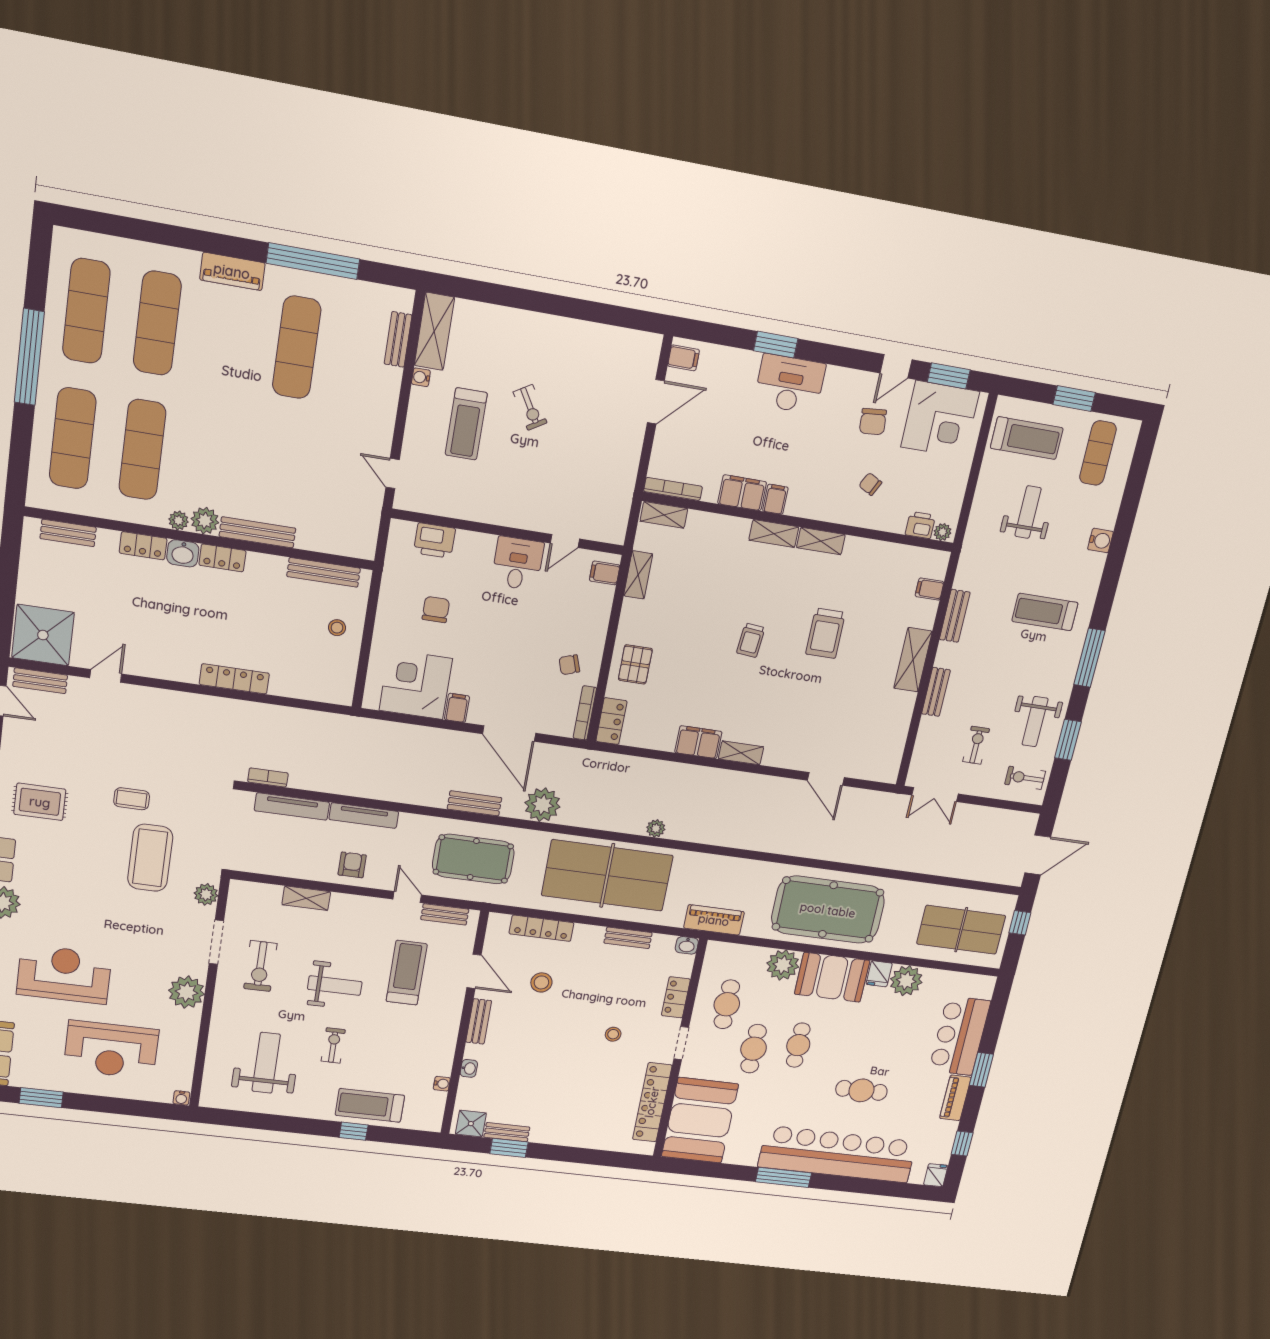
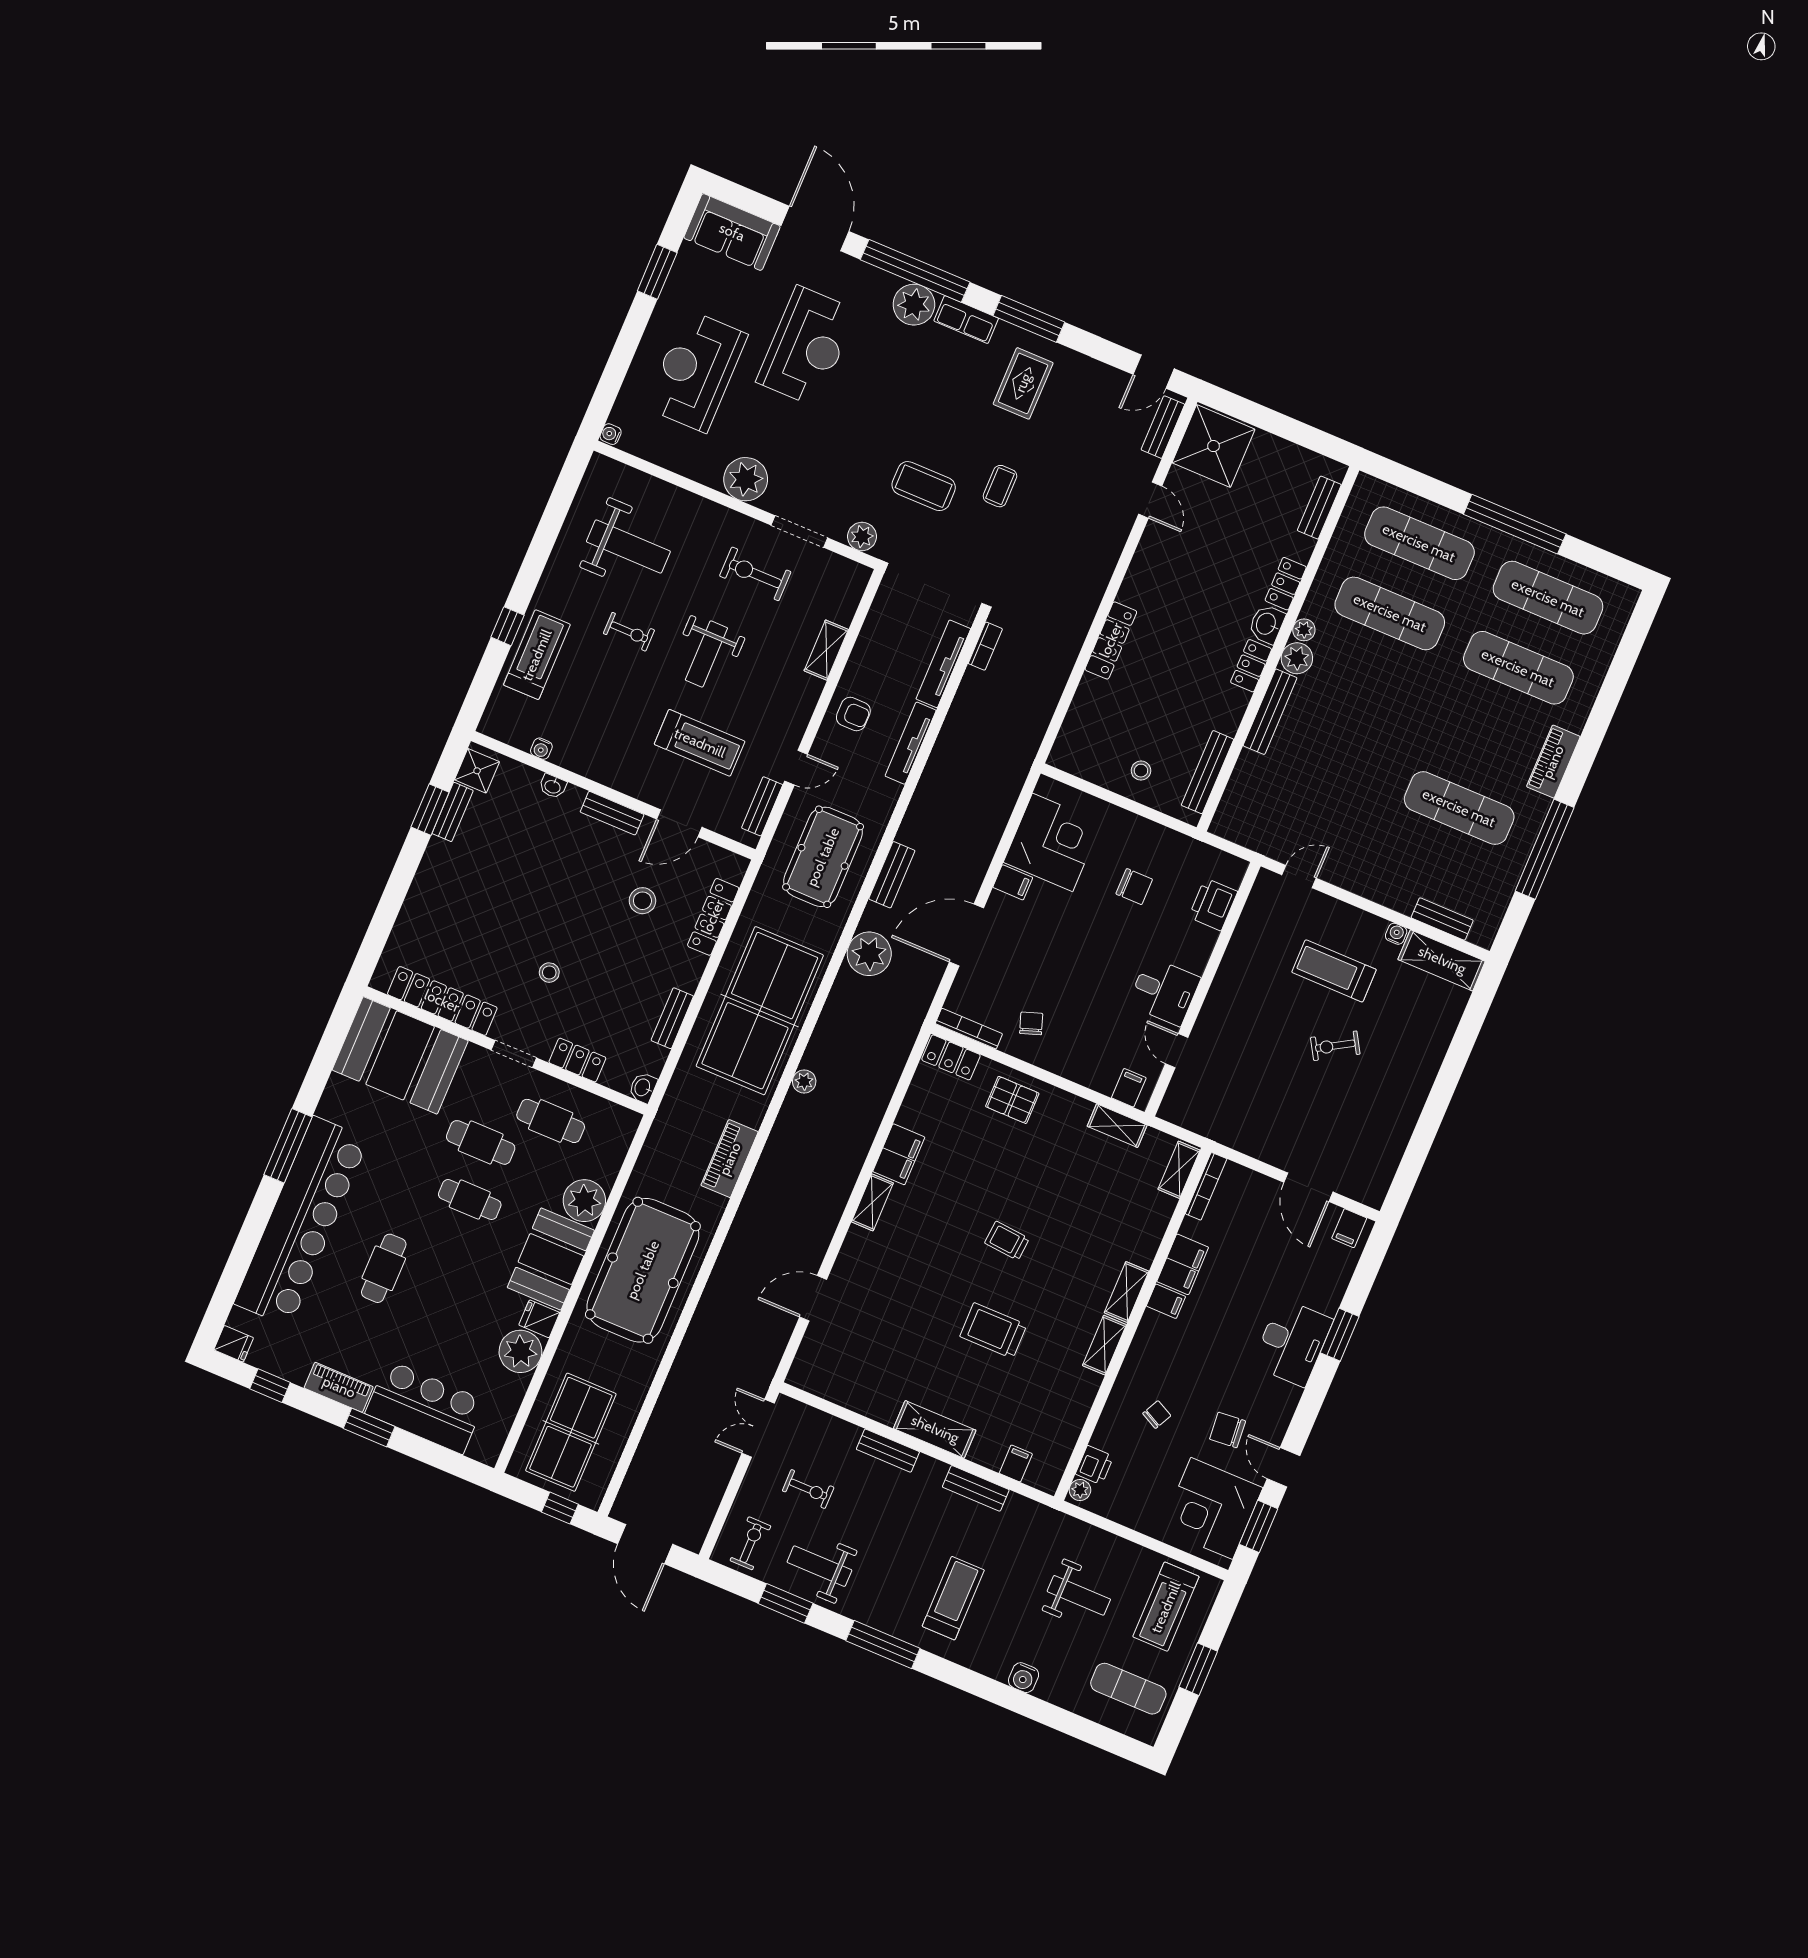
coffee table: (150, 858) -> (924, 486), width x0.73, depth x0.76
piano: (714, 920) -> (730, 1159), moved, turned 180

